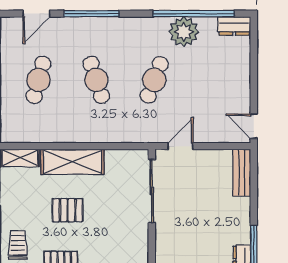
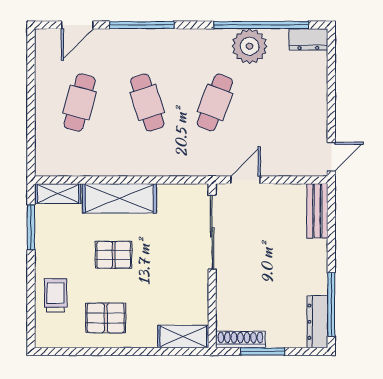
door: (254, 126) -> (331, 157), swing flipped

